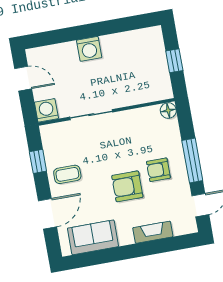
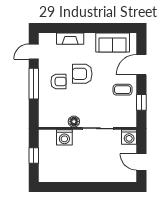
washing machine: (89, 49) -> (64, 137), moved, turned 180
floor lamp: (168, 111) -> (74, 122), moved
armchair: (127, 186) -> (82, 74), turned 180

